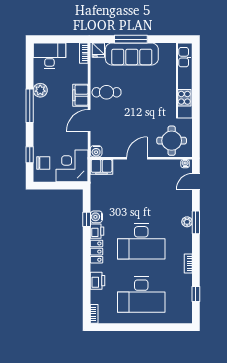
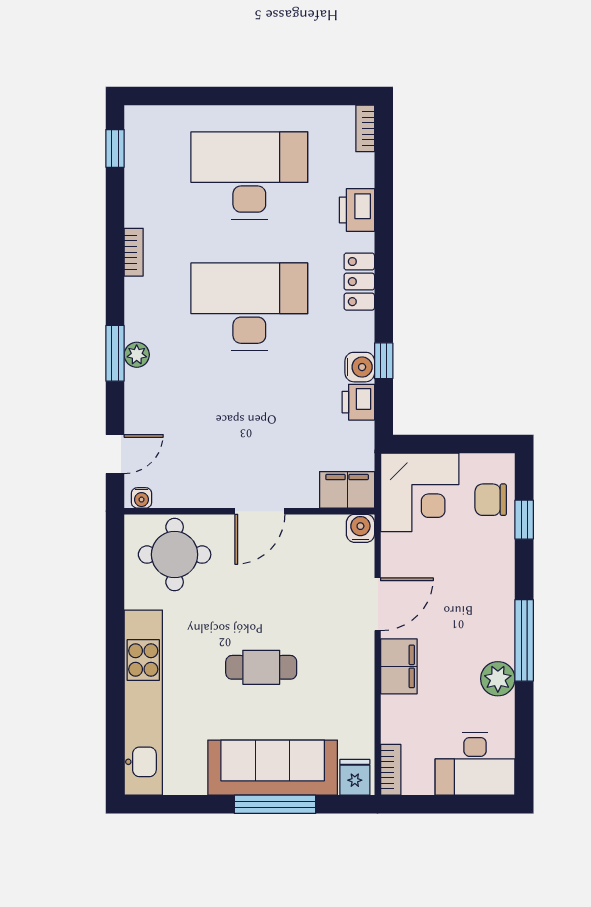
cafe table: (107, 92) -> (261, 667), moved
printer: (97, 231) -> (358, 402), moved
window: (196, 294) -> (115, 148), moved

